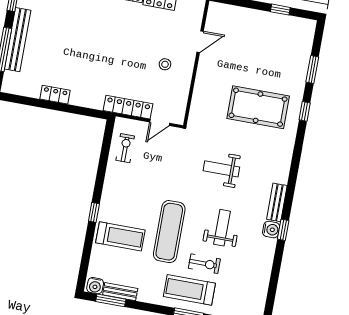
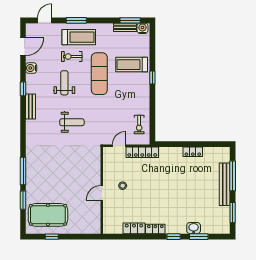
door: (200, 42) -> (102, 193), moved
pool table: (258, 107) -> (48, 215), moved
window: (305, 111) -> (23, 171), width x2.17
weight bench: (222, 228) -> (64, 83), turned 180
water cooler: (271, 229) -> (31, 68), moved
door: (272, 291) -> (23, 47), added

